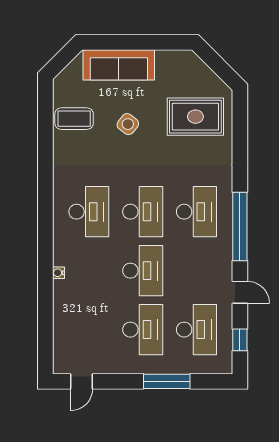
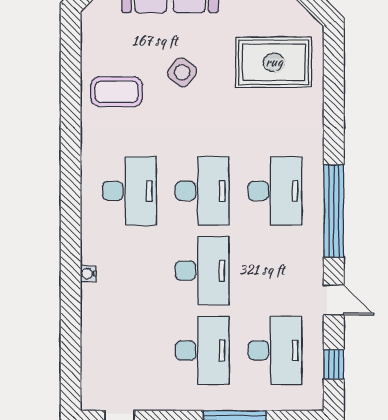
coffee table: (74, 119) -> (117, 92), moved

